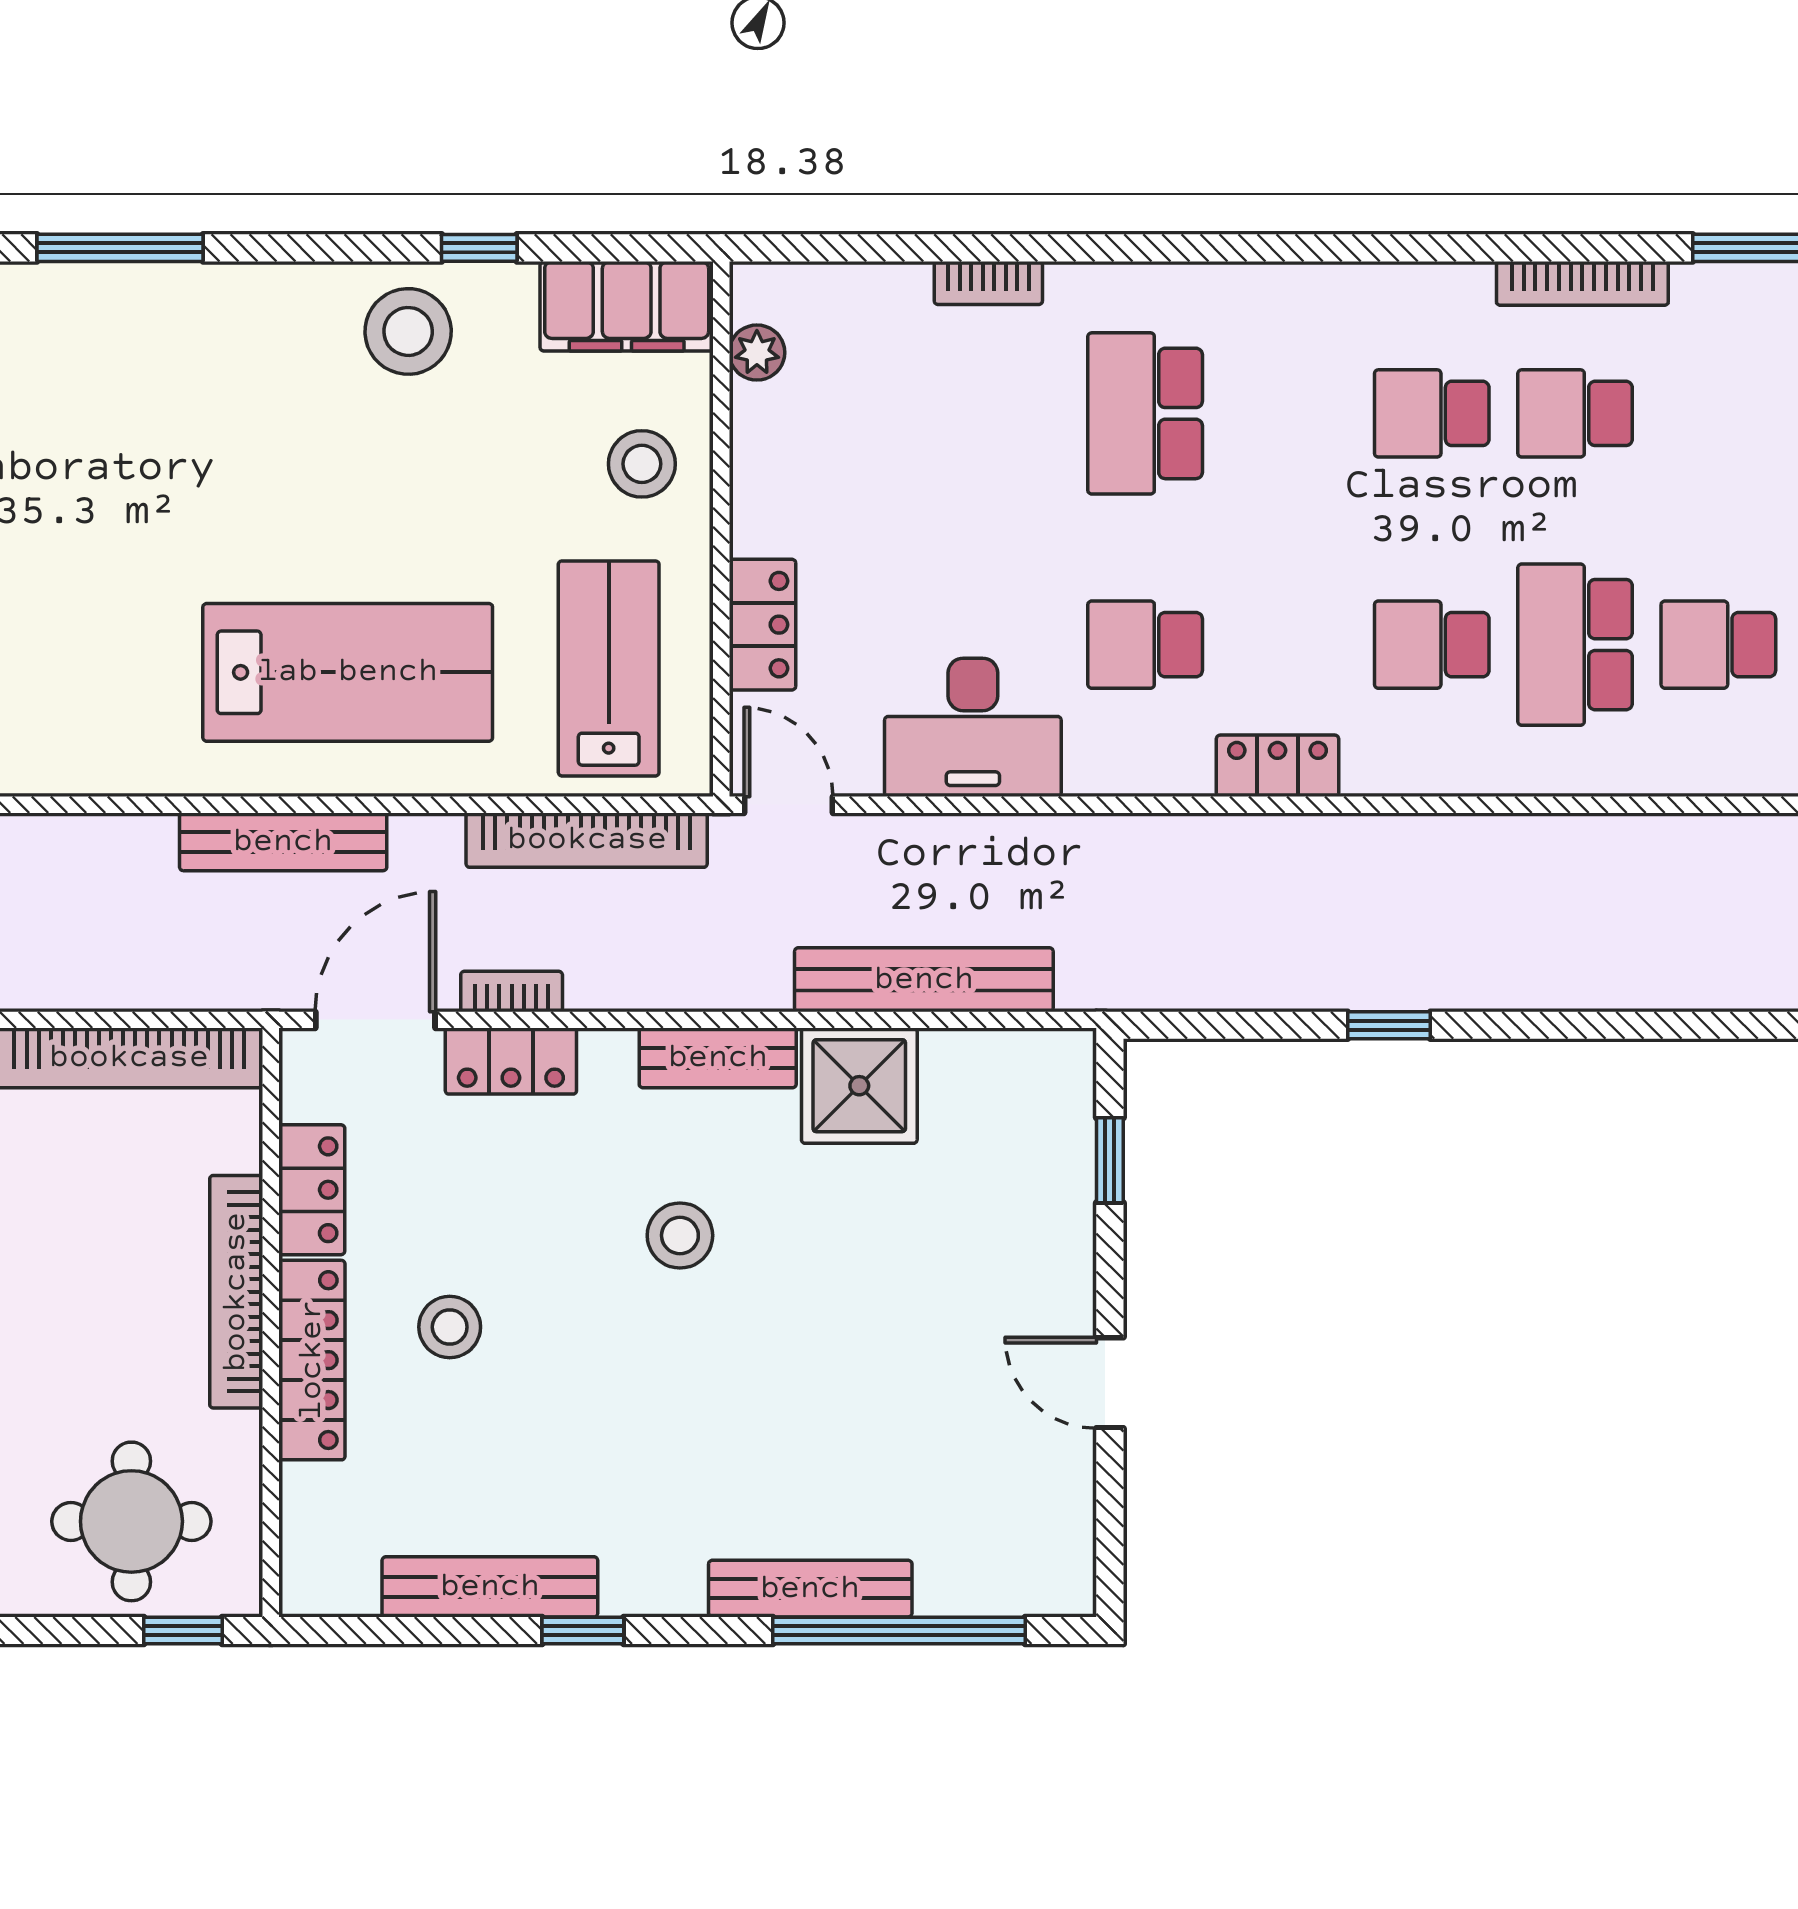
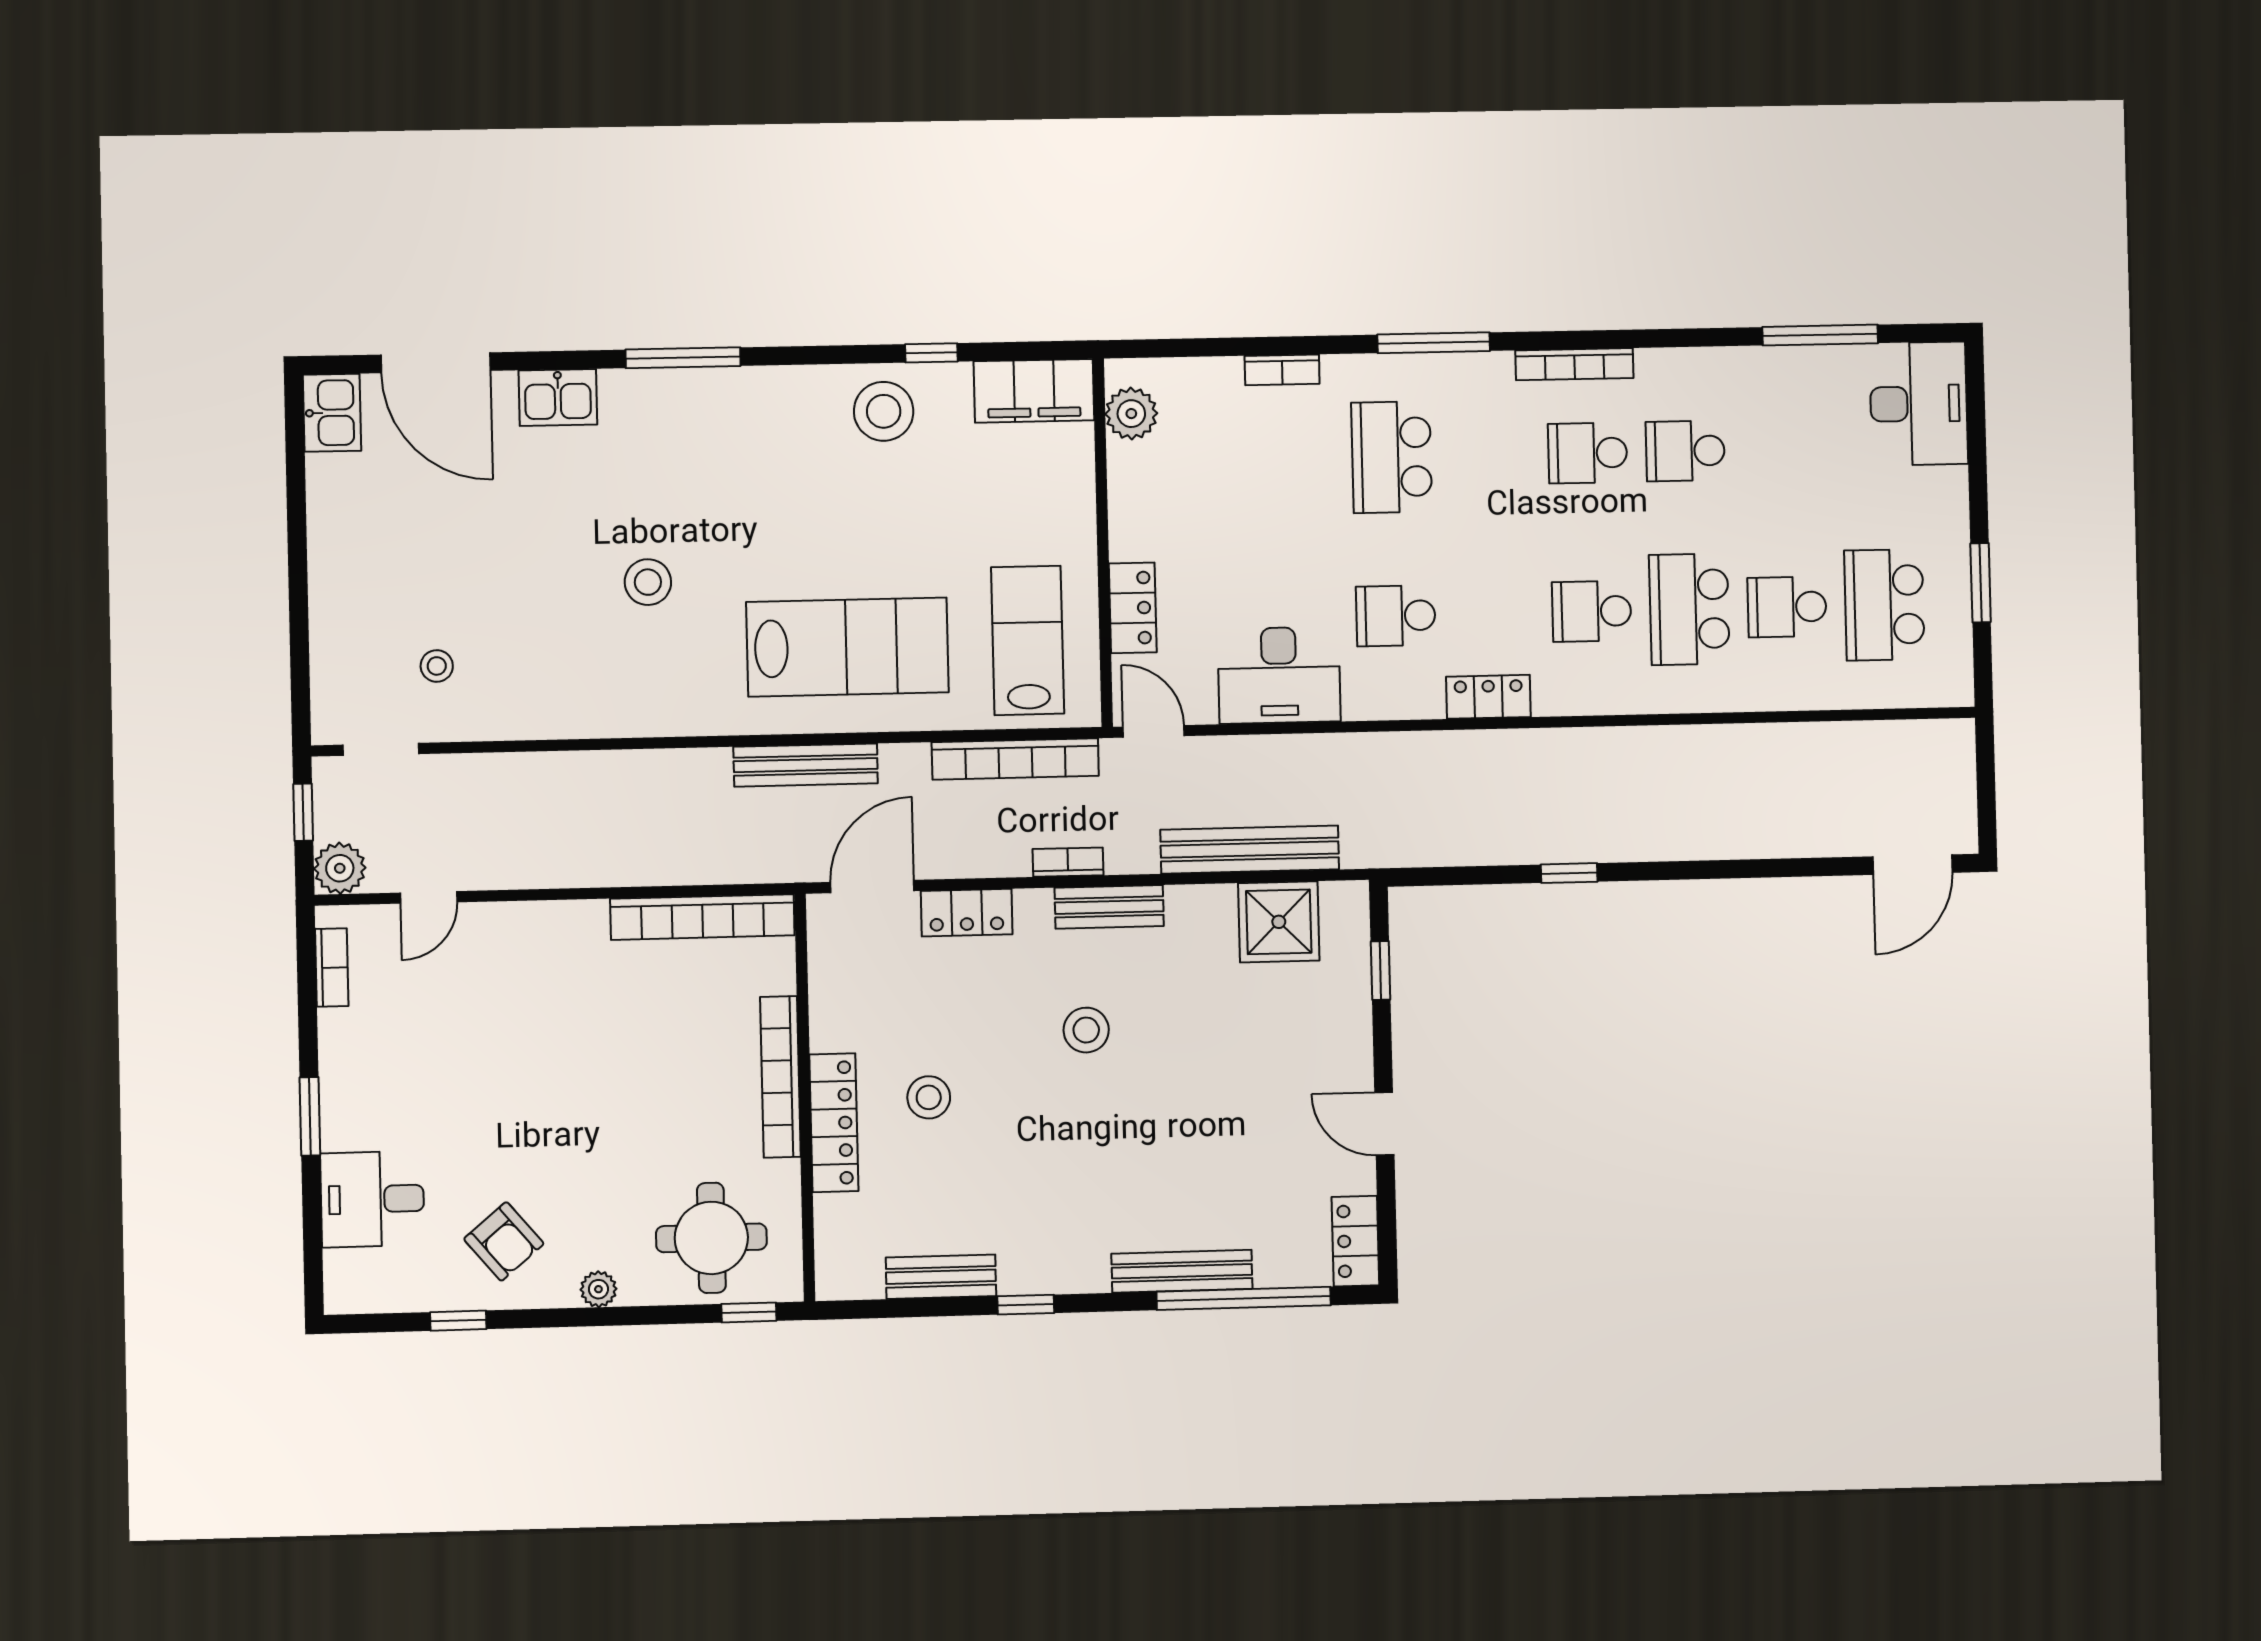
window: (1211, 248) -> (1434, 343), added
bookcase: (1582, 283) -> (1574, 364), moved
plant: (757, 353) -> (1131, 414), width x1.38, depth x1.38
stool: (642, 464) -> (648, 582), moved
bookcase: (512, 992) -> (1068, 862), moved
shower: (859, 1086) -> (1279, 922), moved
locker: (312, 1190) -> (1355, 1241), moved, turned 180
bench: (490, 1587) -> (941, 1277), width x0.73

